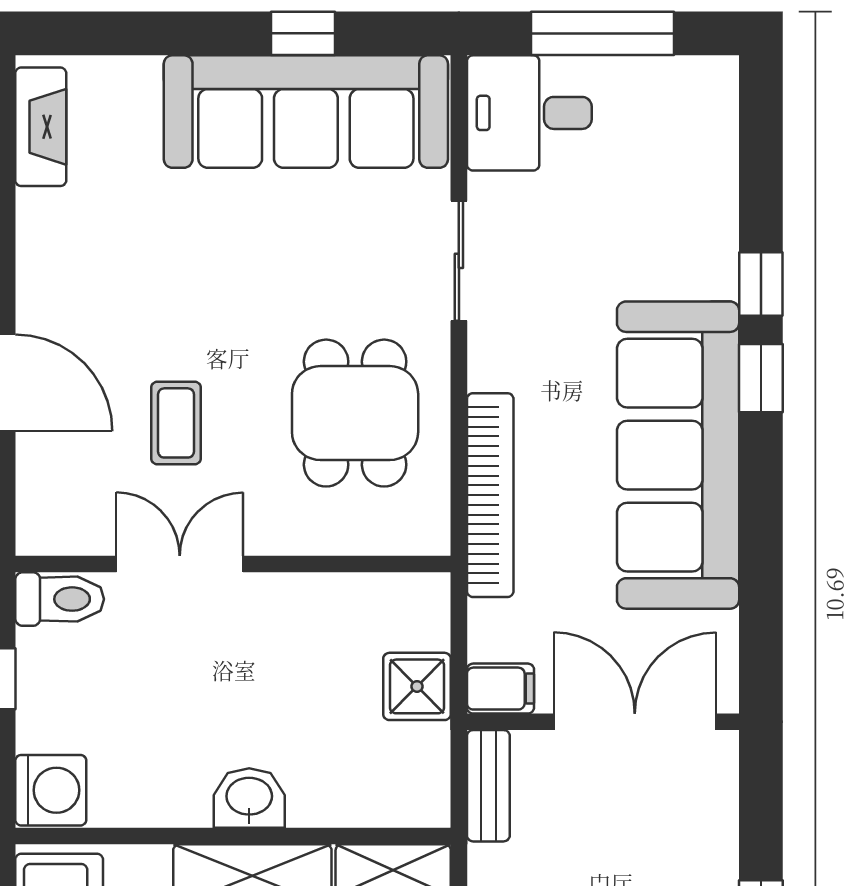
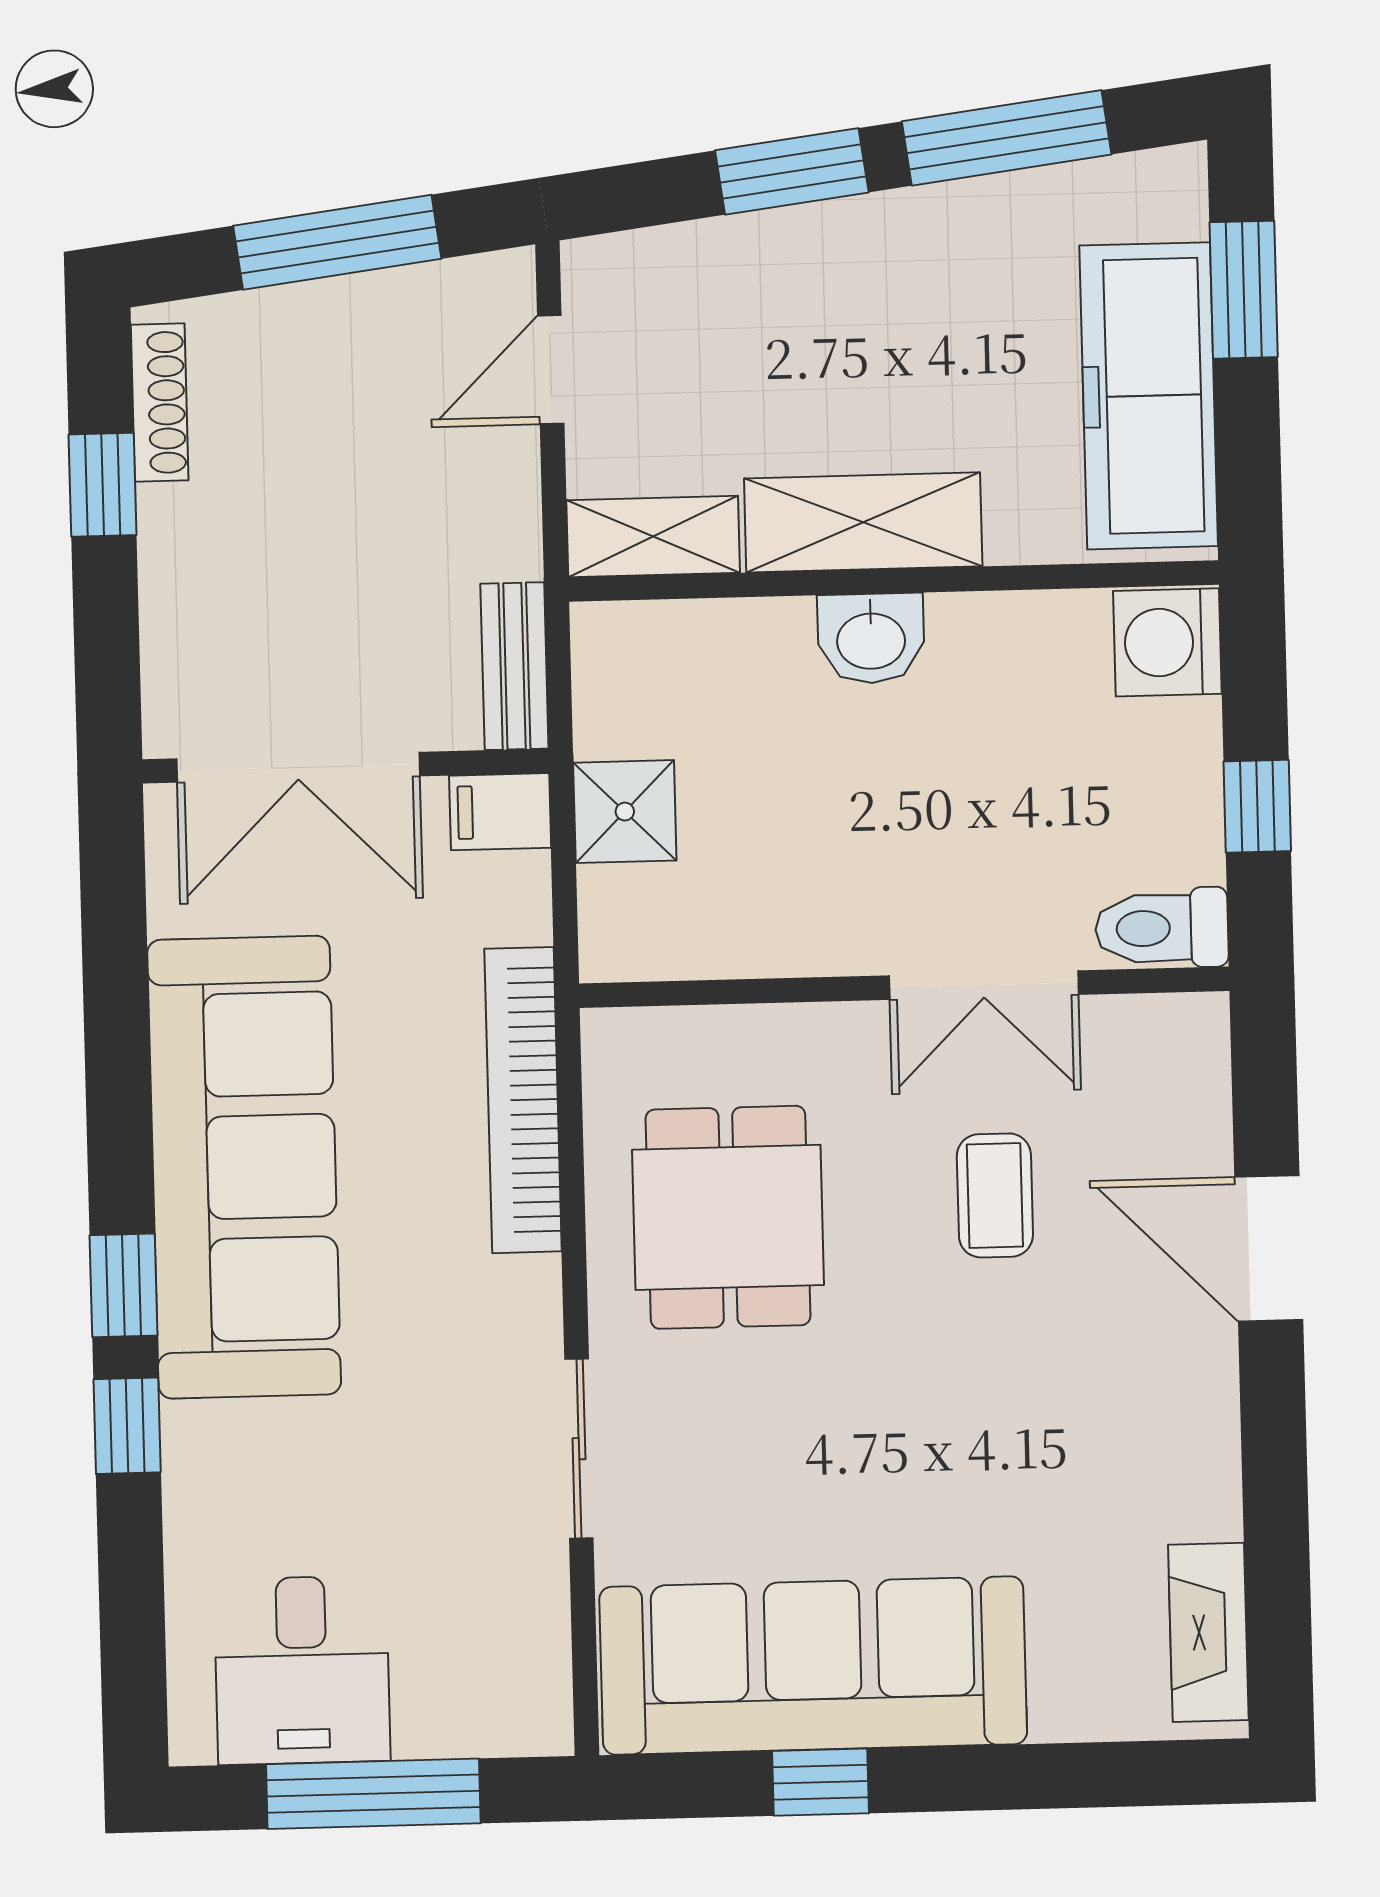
desk: (529, 113) -> (302, 1670), moved, turned 90

